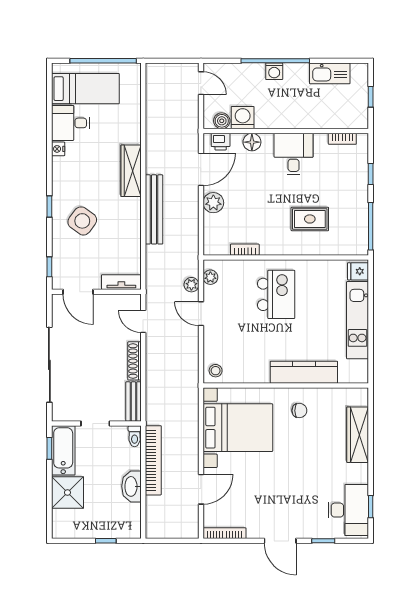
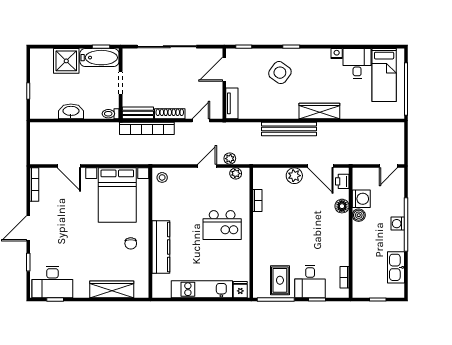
boiler: (222, 121) -> (359, 215), moved
desk: (294, 154) -> (310, 281), moved, turned 90
rug: (310, 219) -> (280, 280), moved
bookcase: (153, 460) -> (147, 128), moved

